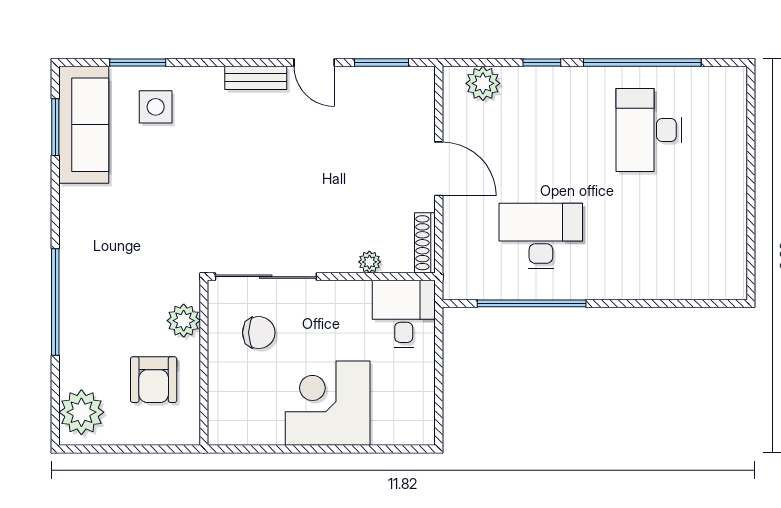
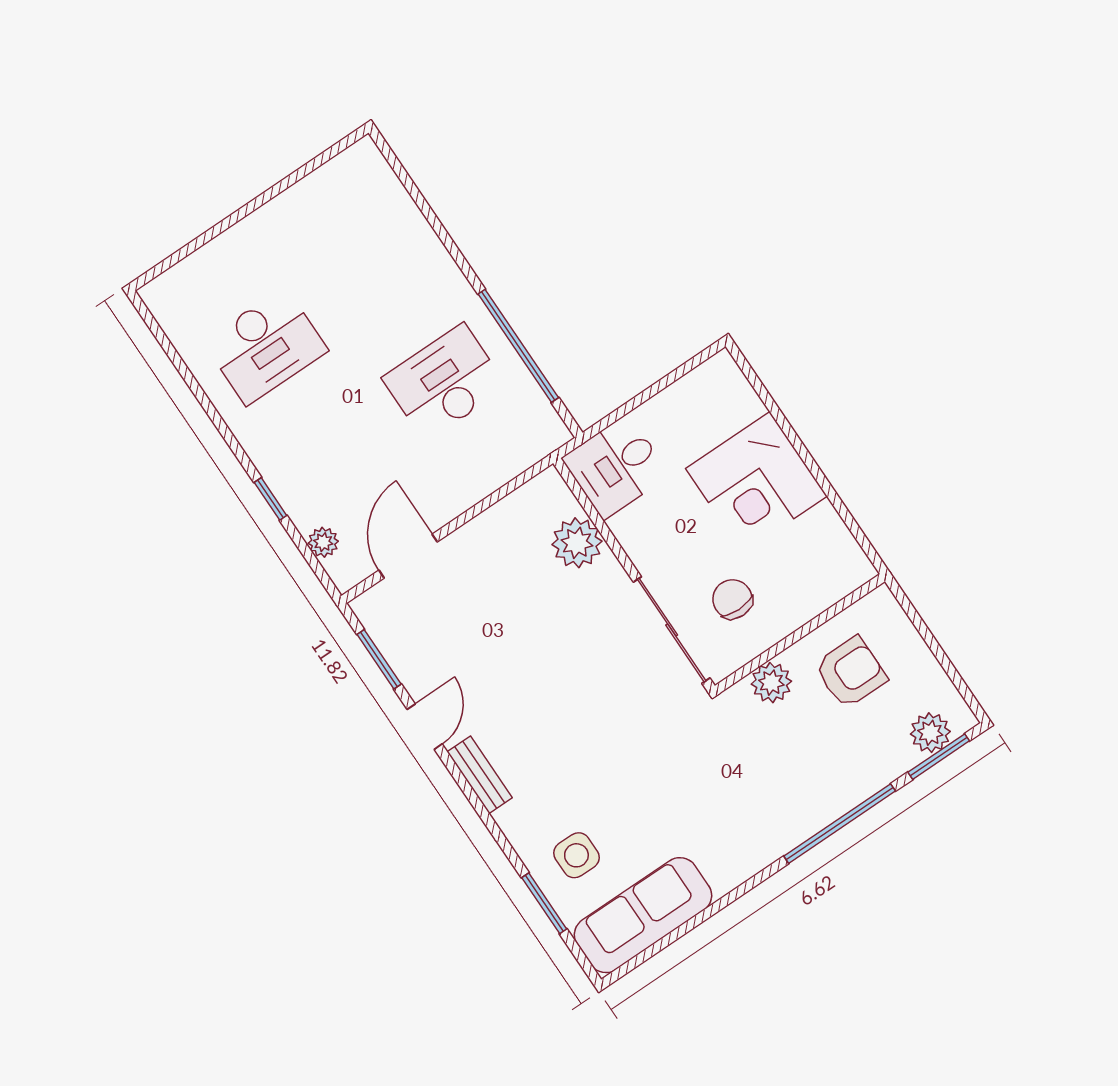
window: (642, 63) -> (202, 398), removed
plant: (483, 83) -> (323, 542), width x0.73, depth x0.73
window: (55, 127) -> (939, 757), moved
door: (439, 169) -> (408, 556), moved
desk: (541, 236) -> (445, 382), turned 90
shoe rack: (425, 243) -> (530, 494), removed
plant: (369, 262) -> (577, 543), width x1.88, depth x1.88
plant: (81, 412) -> (930, 733), width x0.73, depth x0.73

